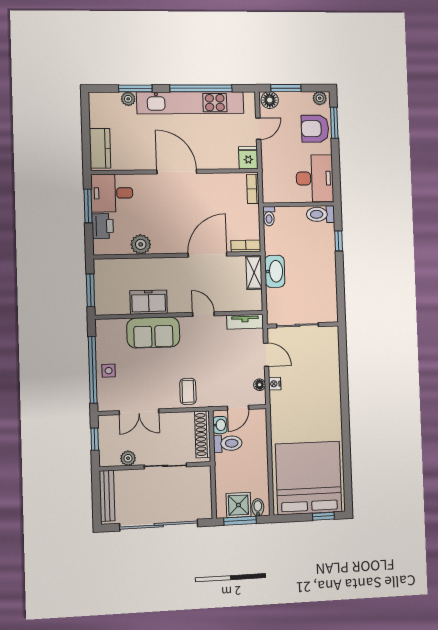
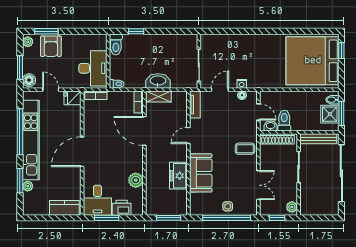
desk: (315, 178) -> (93, 68), moved, turned 90
plant: (128, 458) -> (292, 207), moved
bench: (107, 496) -> (318, 139), moved

